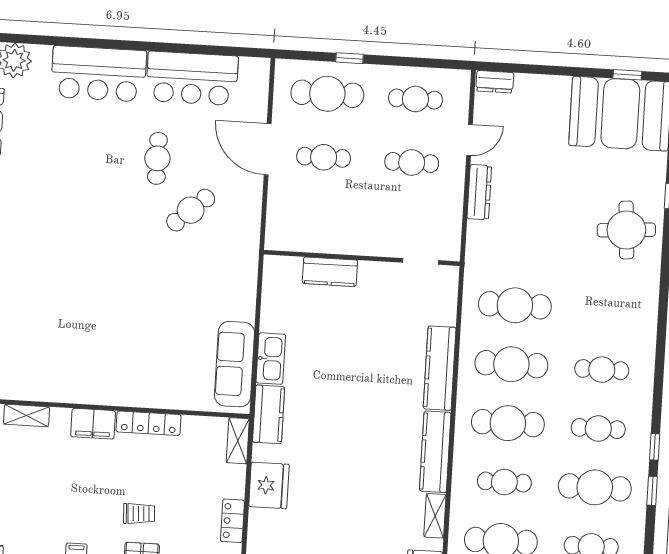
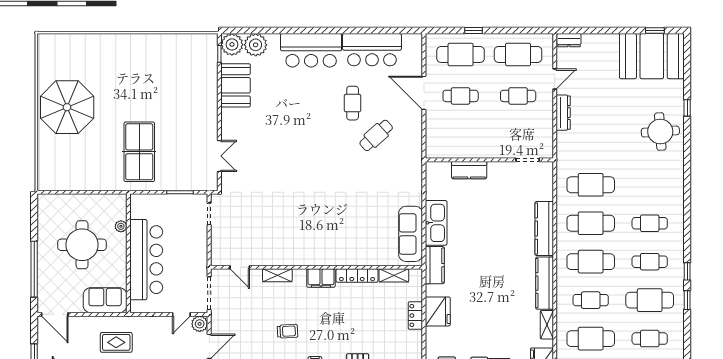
cafe table: (415, 99) -> (518, 54), width x1.37, depth x1.35
kitchen sink: (271, 359) -> (436, 223), width x1.36, depth x1.24
shelving: (238, 441) -> (394, 275), moved, turned 90
trolley: (139, 514) -> (288, 331), moved
locker: (232, 521) -> (415, 316), moved

